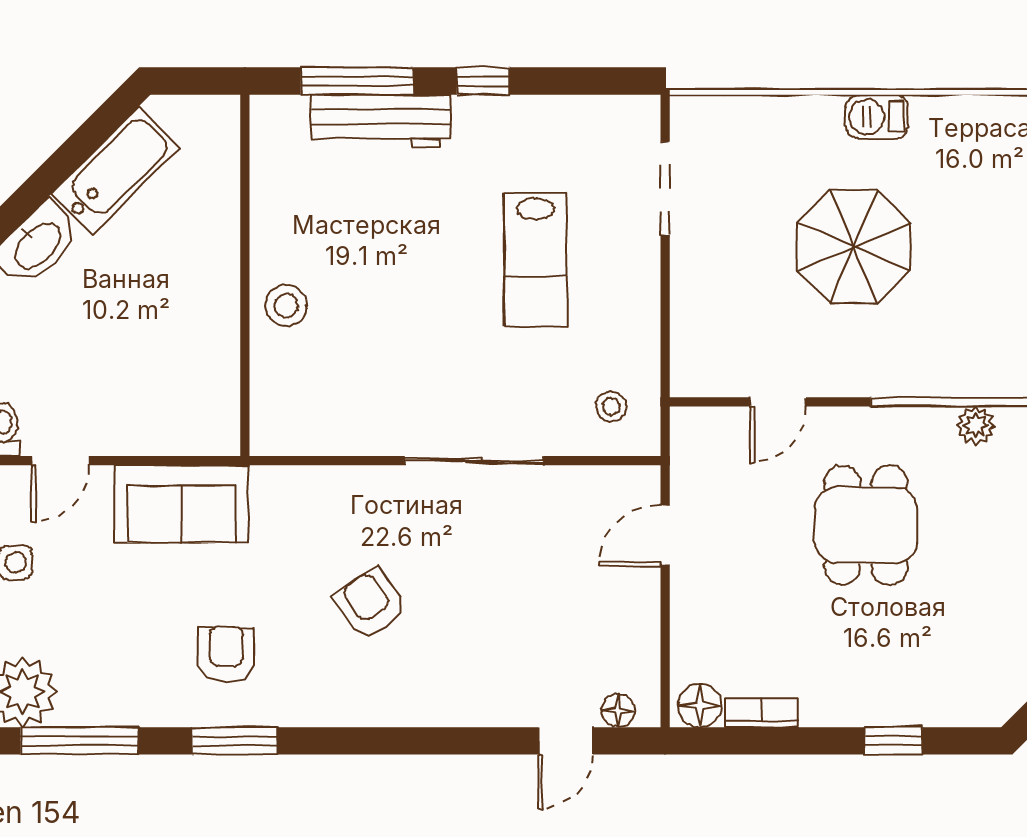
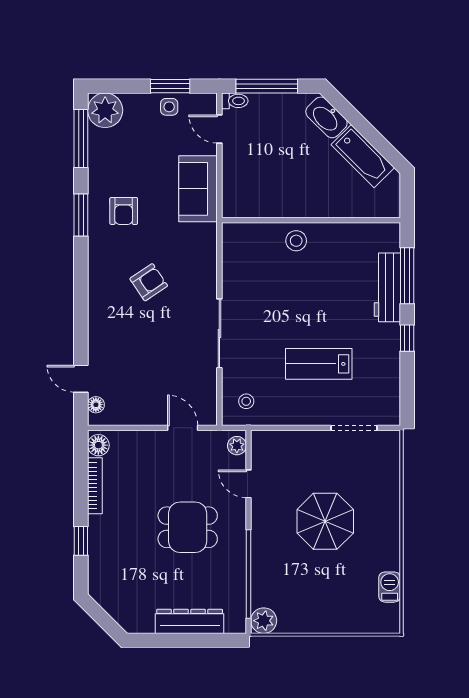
barbecue: (877, 117) -> (390, 587), moved
plant: (976, 425) -> (237, 446), moved
armchair: (226, 654) -> (124, 211), turned 90
bookcase: (762, 713) -> (95, 486), width x1.56

